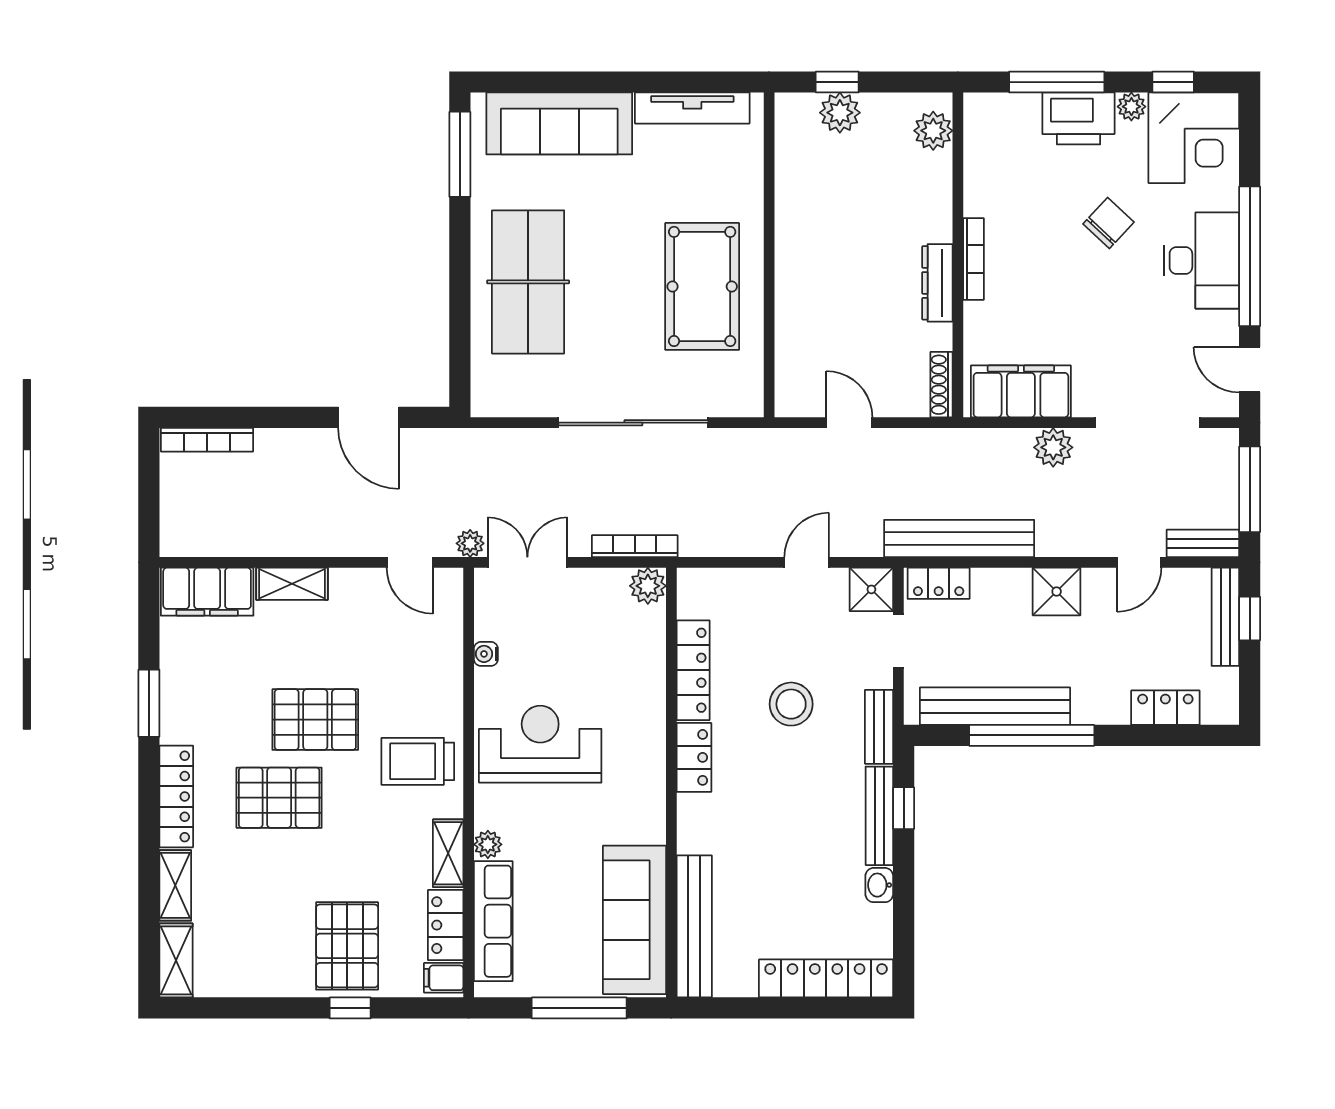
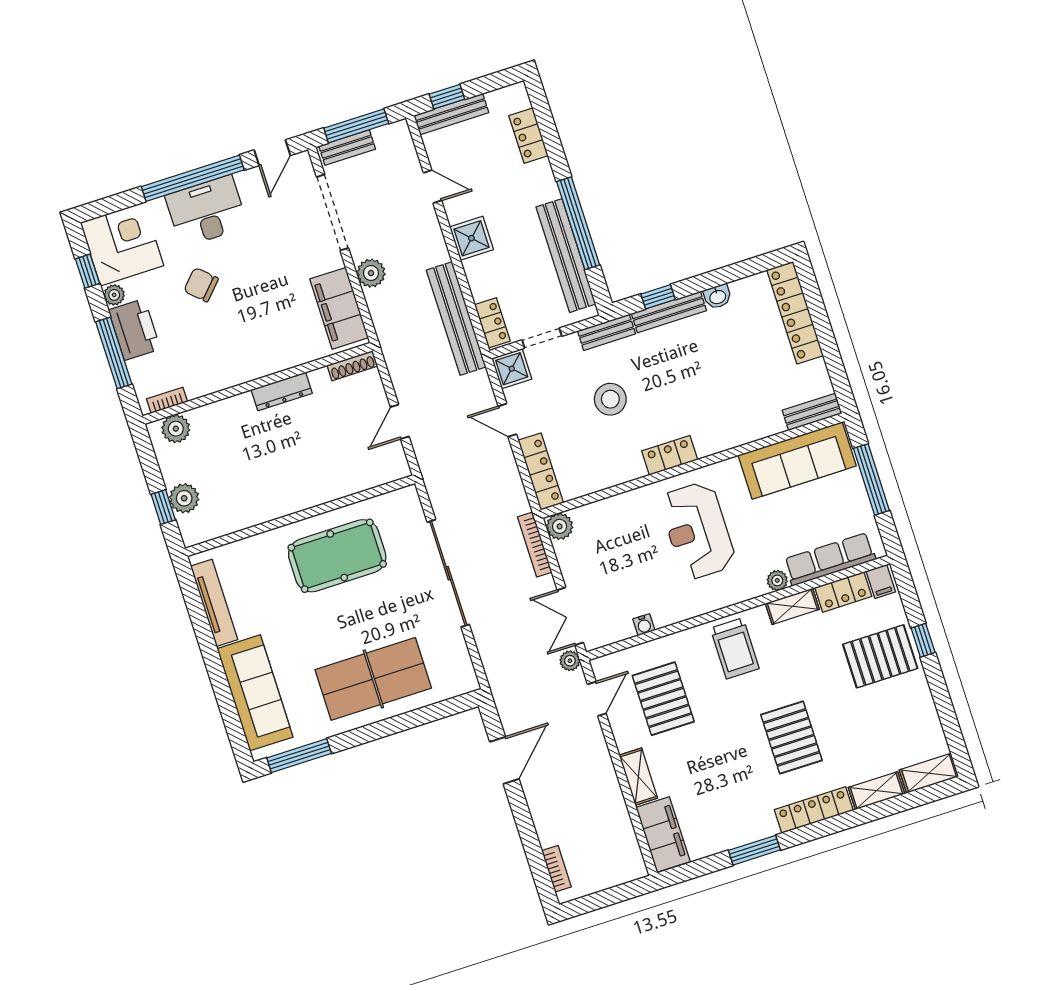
bookcase: (973, 259) -> (167, 400), moved, width x0.64
bookcase: (207, 440) -> (556, 869), width x0.64
bench: (1203, 543) -> (347, 147), moved, turned 90
locker: (693, 670) -> (541, 472), moved, turned 90
pallet: (315, 720) -> (663, 699), moved
reception desk: (540, 744) -> (697, 531), moved
bench: (694, 926) -> (812, 412), width x0.54, depth x0.82

